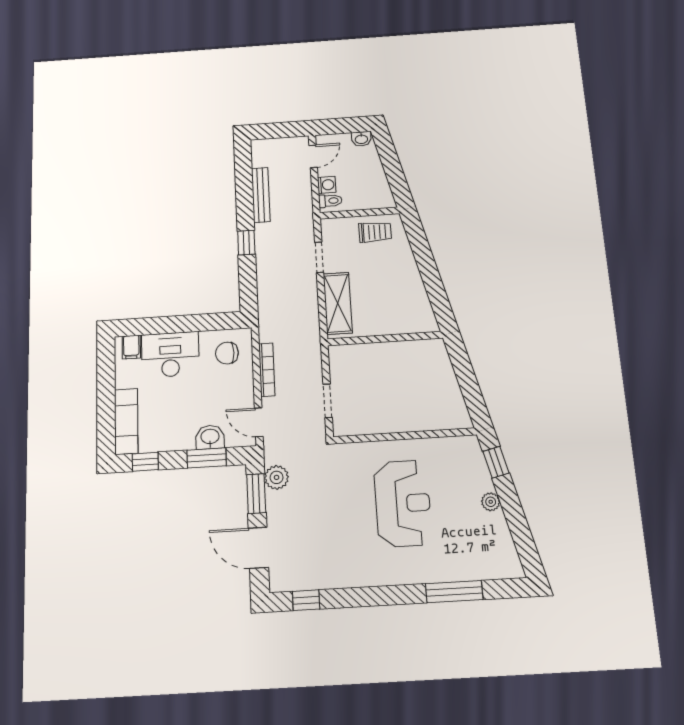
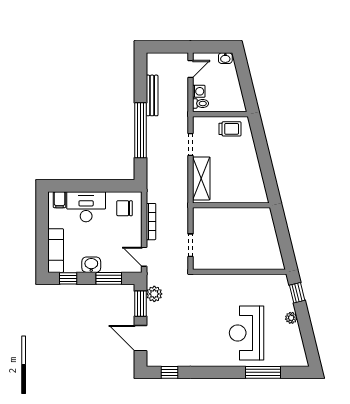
window: (246, 243) -> (141, 130), width x3.17
washbasin: (210, 437) -> (91, 265), moved
reception desk: (403, 503) -> (247, 333), moved, turned 180

